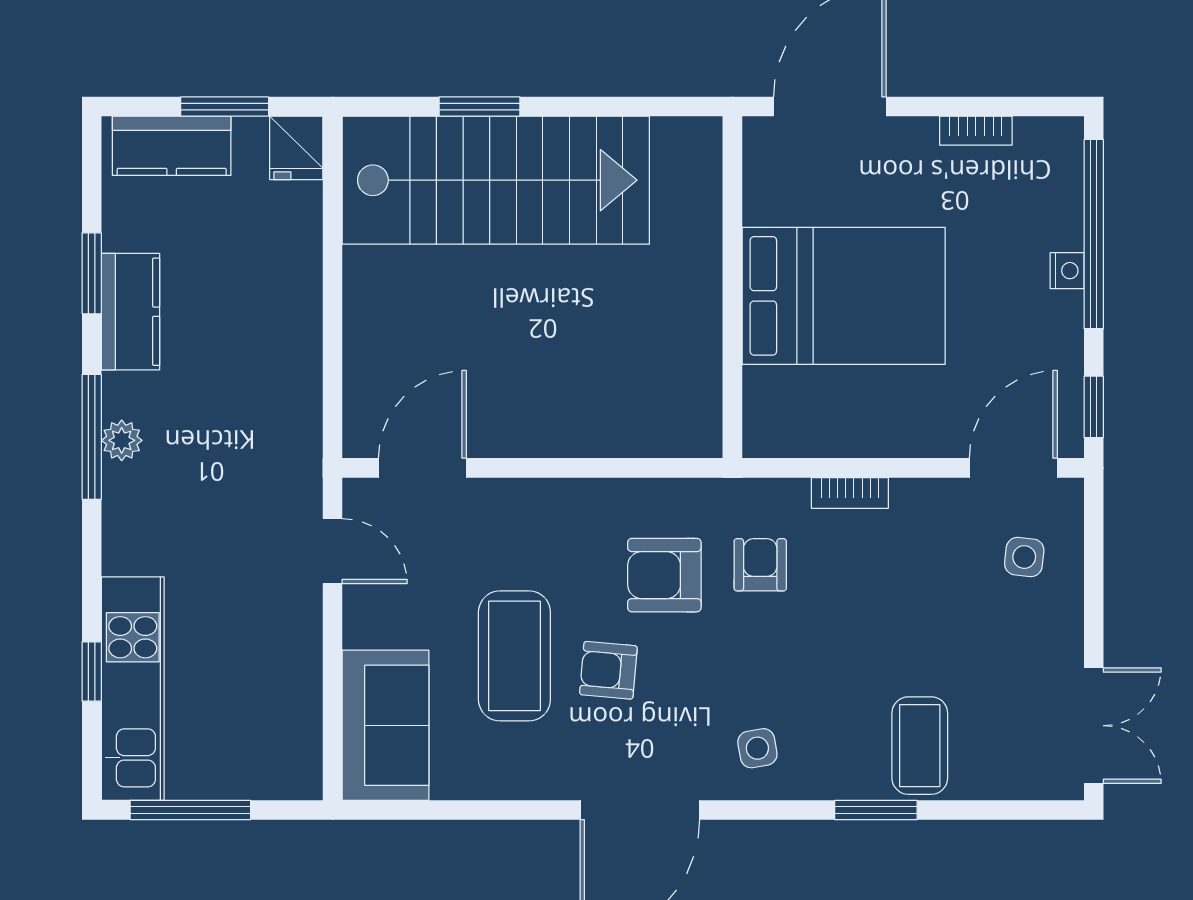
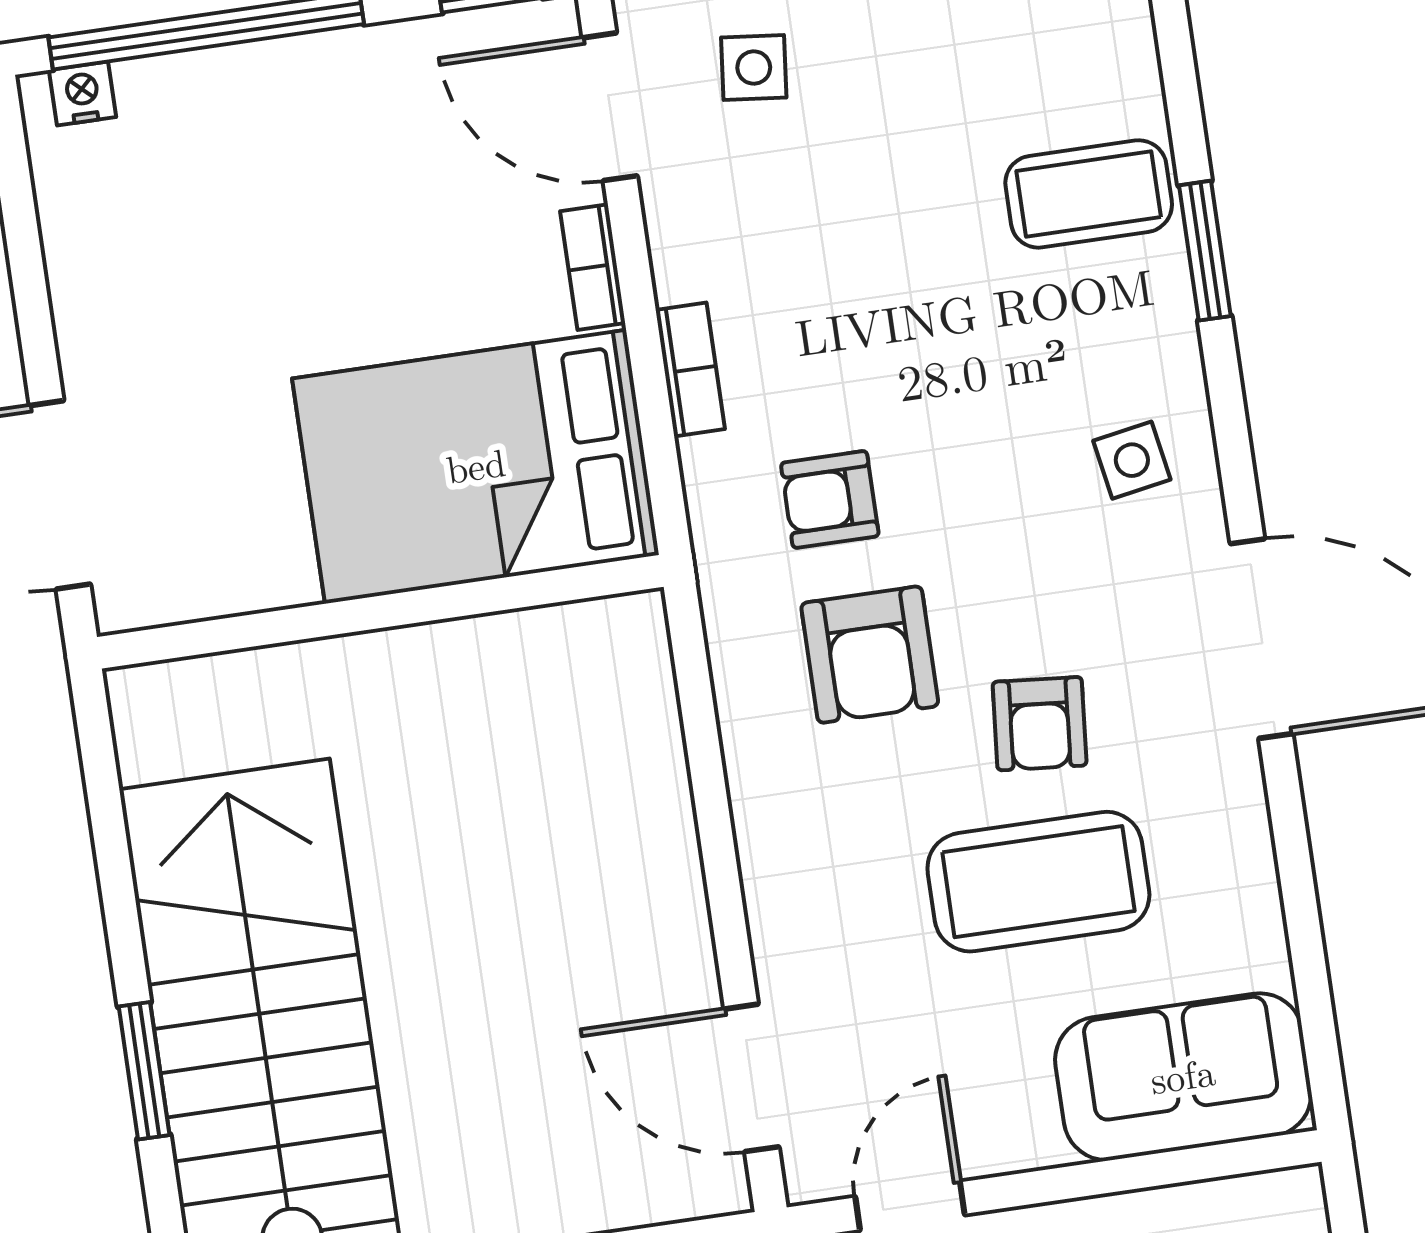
bookcase: (976, 131) -> (593, 267), moved, turned 180
nightstand: (1067, 271) -> (82, 93), moved
bed: (844, 296) -> (476, 467), moved, turned -90

